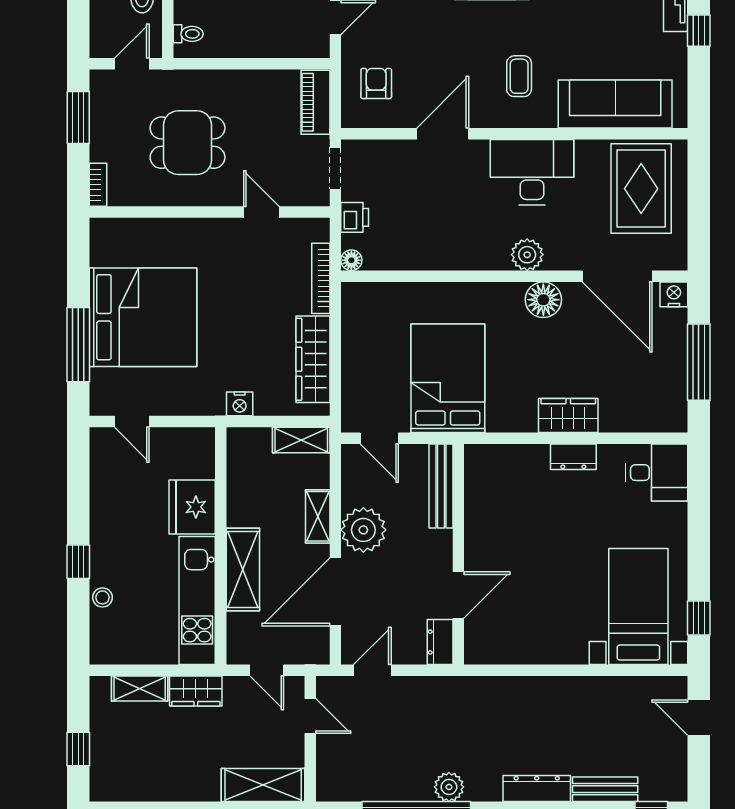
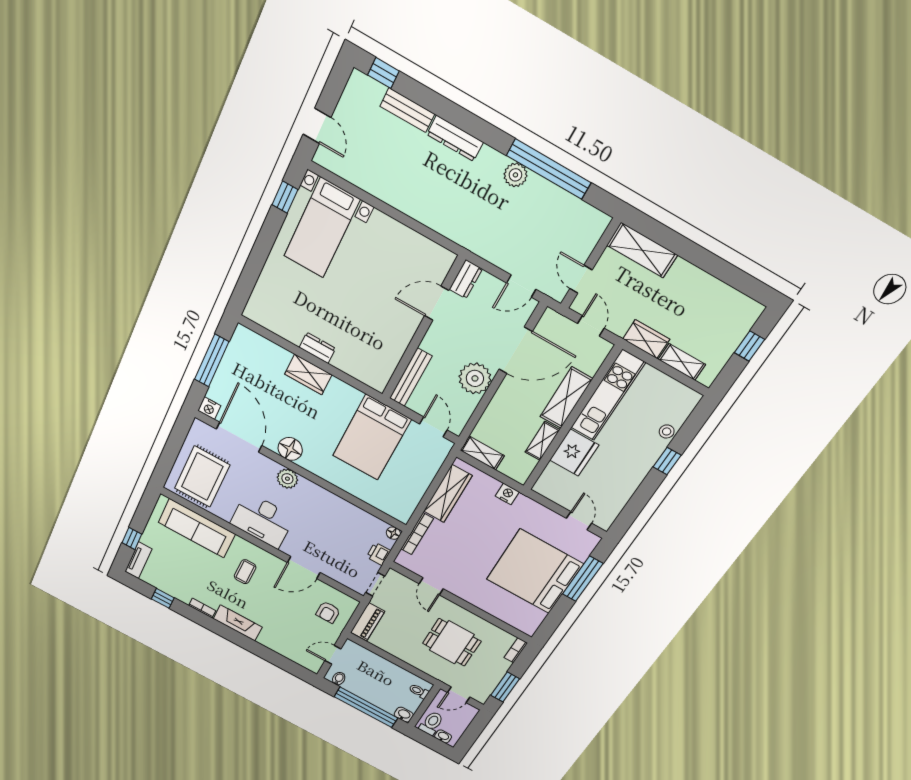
desk: (657, 473) -> (269, 308), removed
shelving: (318, 516) -> (542, 441), moved

